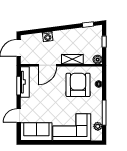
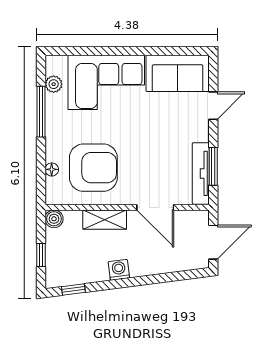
washing machine: (48, 37) -> (119, 270), moved
door: (47, 65) -> (155, 207), swing flipped
armchair: (78, 85) -> (93, 168), turned -90

